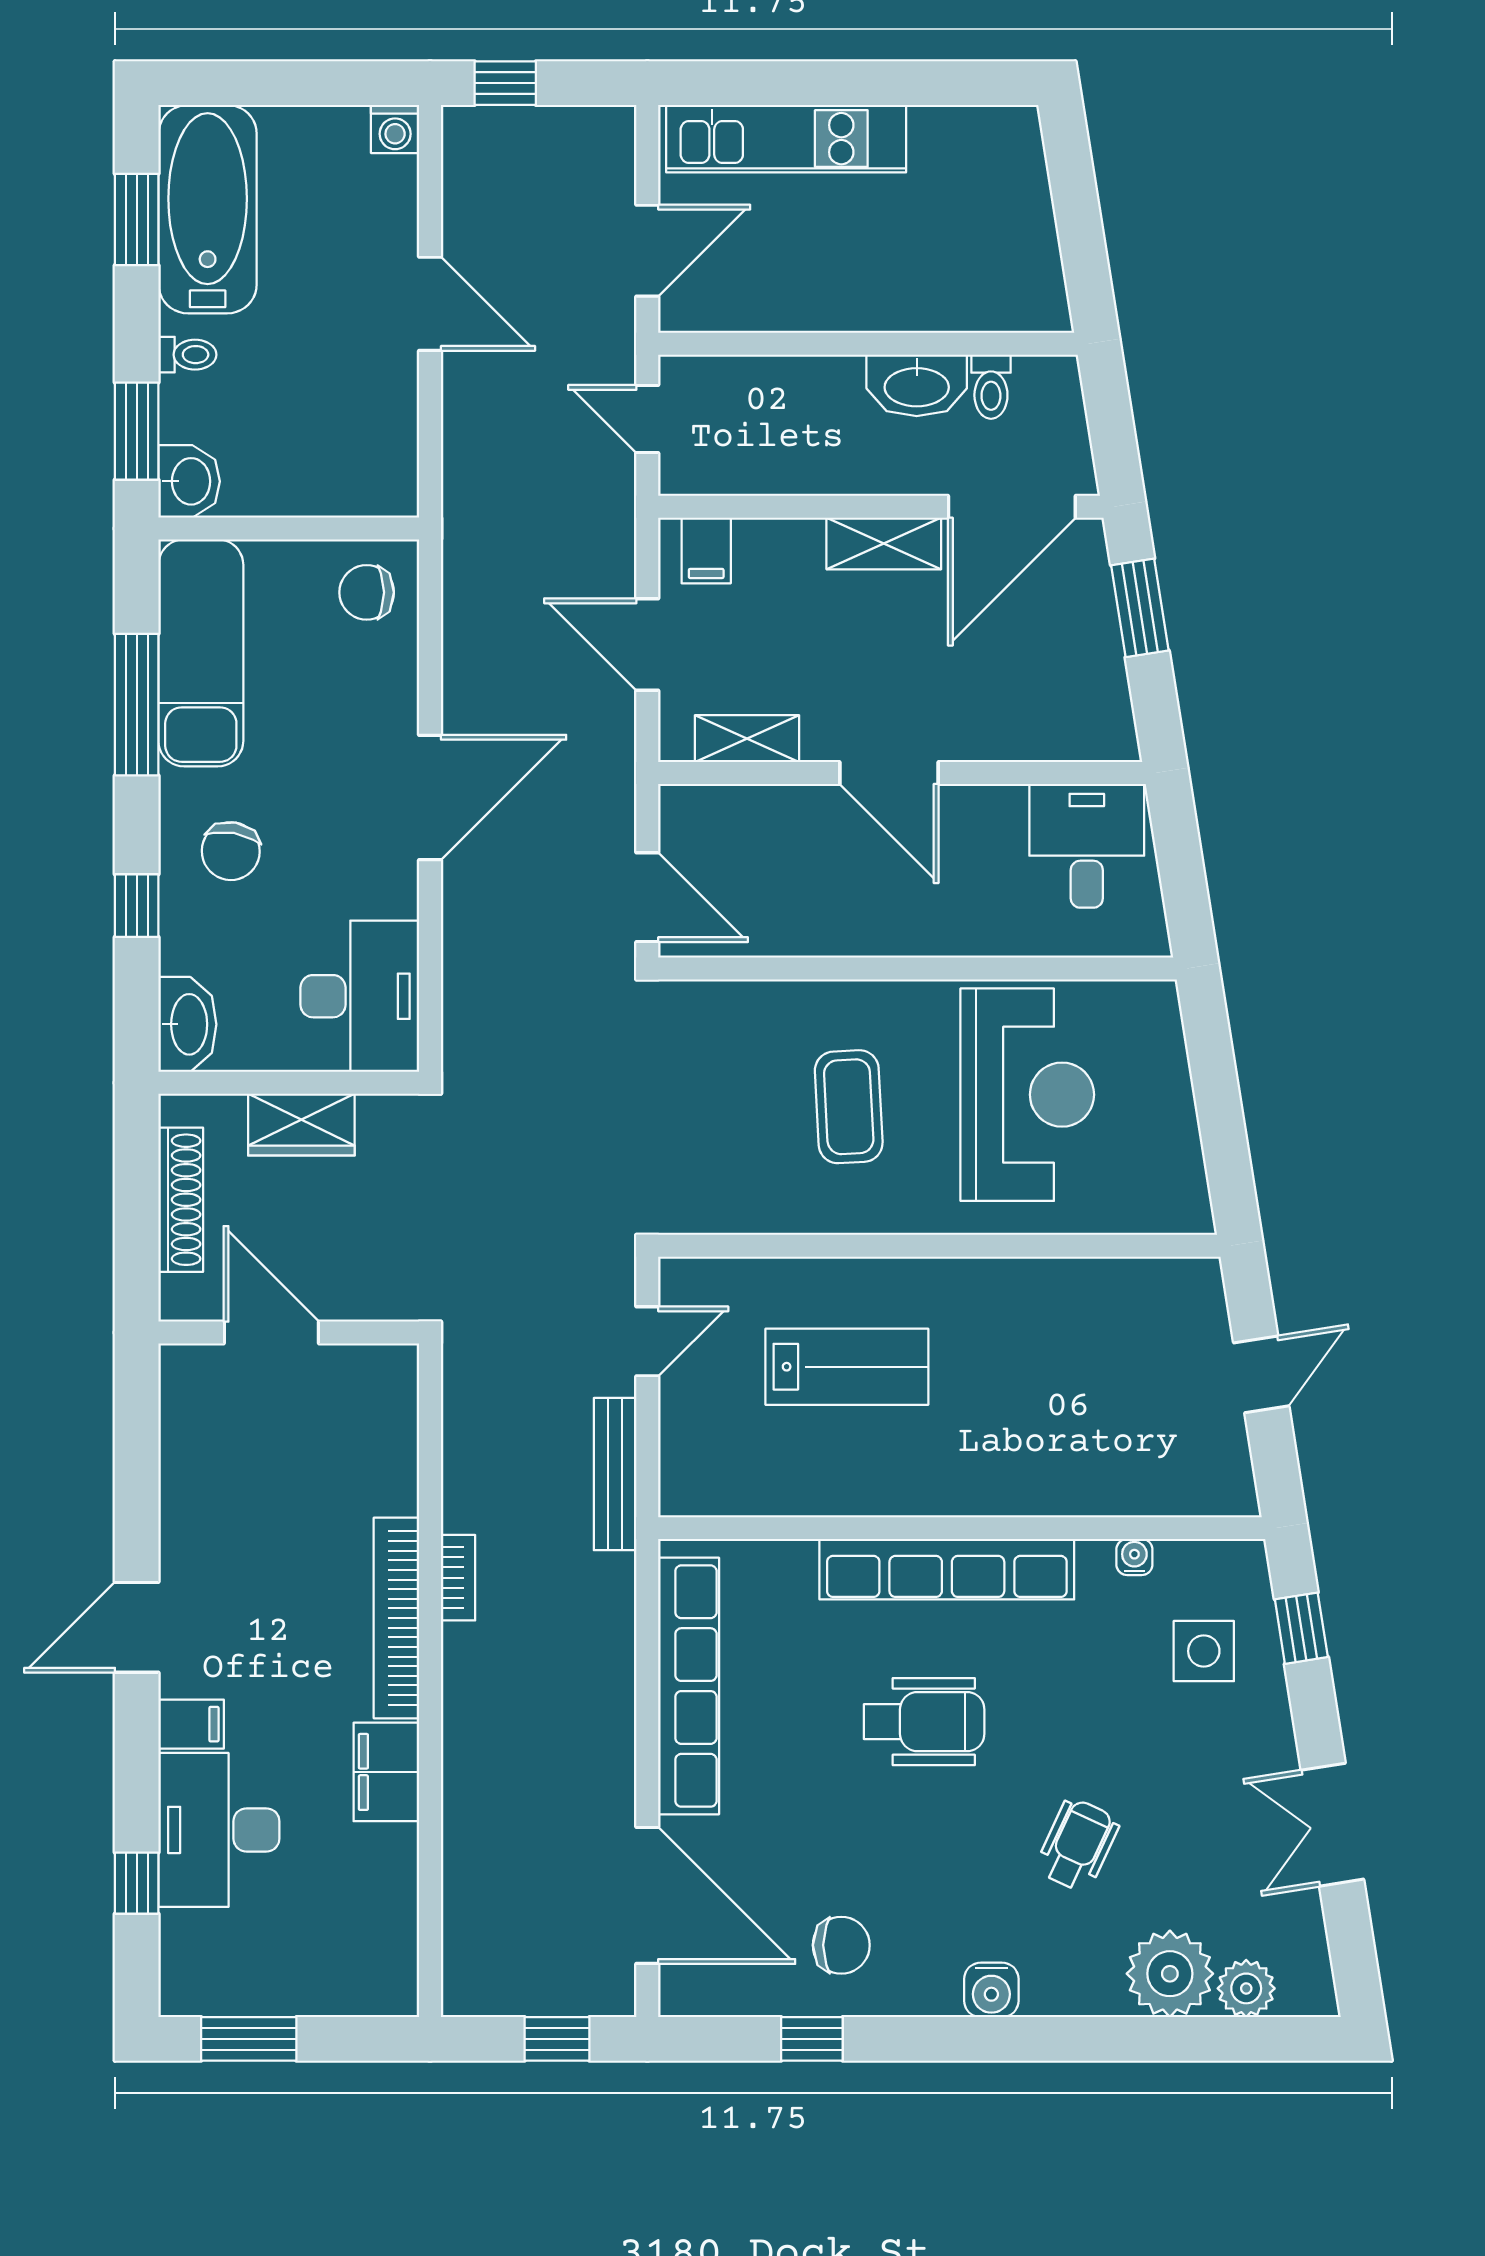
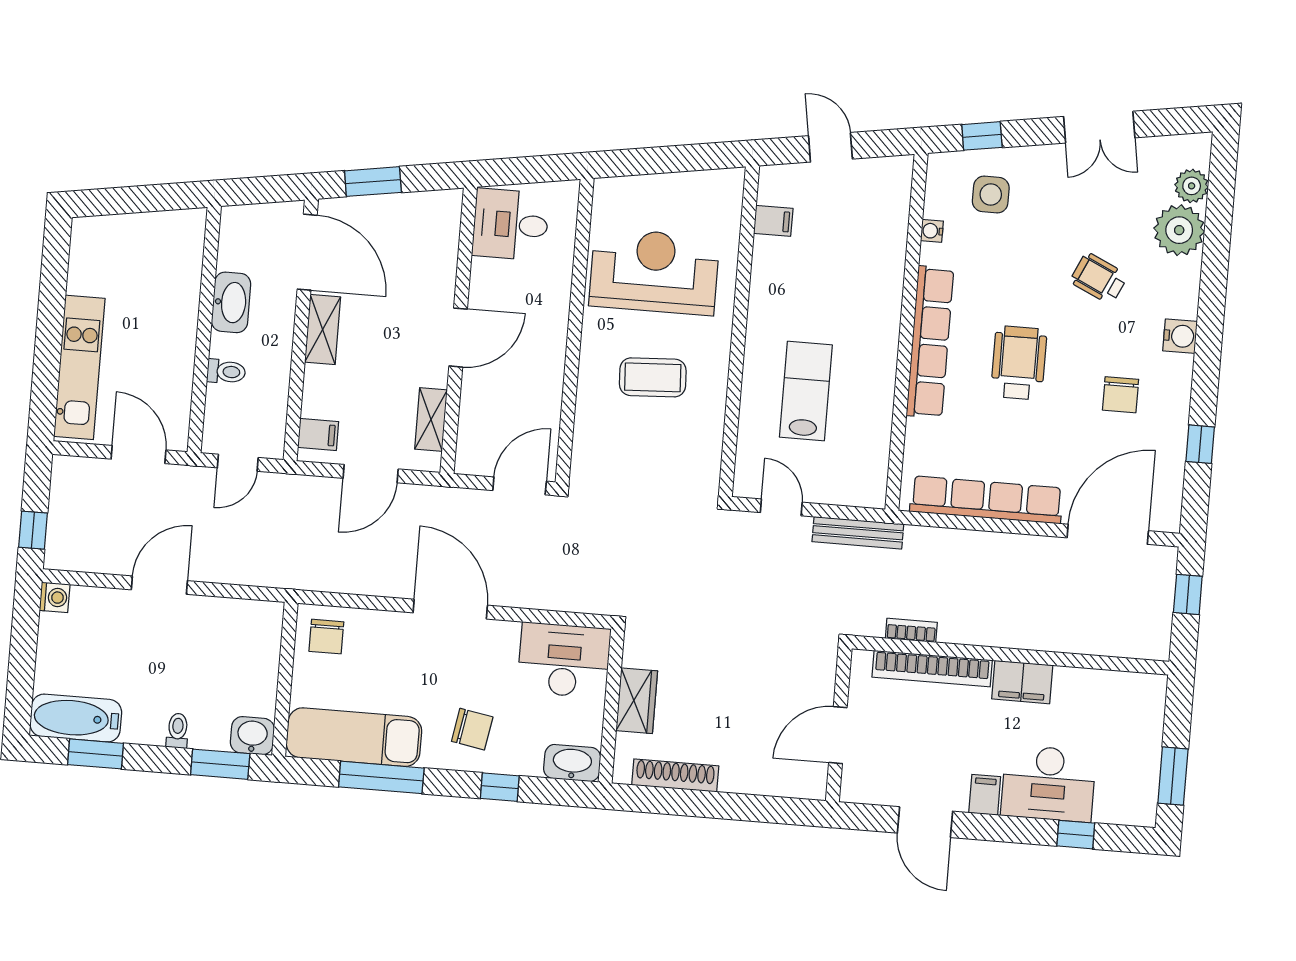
bathtub: (208, 209) -> (76, 718), width x0.73, depth x0.73
toilet: (991, 387) -> (226, 372), moved
filing cabinet: (1129, 1288) -> (773, 221), added
door: (271, 1333) -> (838, 735), moved
wall: (289, 1333) -> (839, 725), moved
chair: (841, 1945) -> (1121, 395), moved, turned 180

